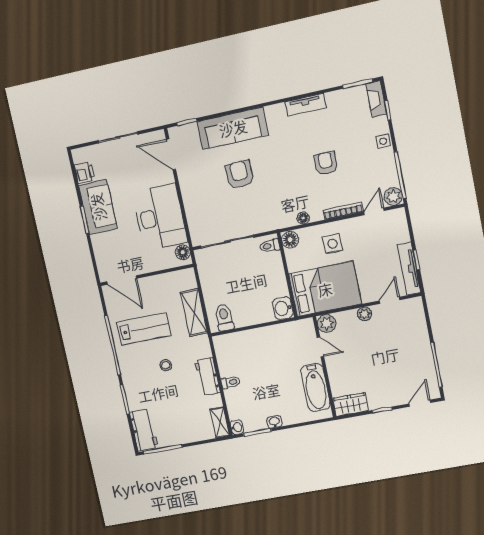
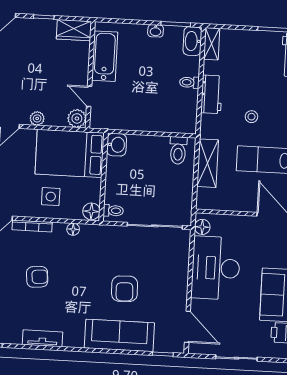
armchair: (326, 163) -> (37, 277), turned -95
washbasin: (237, 427) -> (192, 41), width x1.91, depth x1.45

